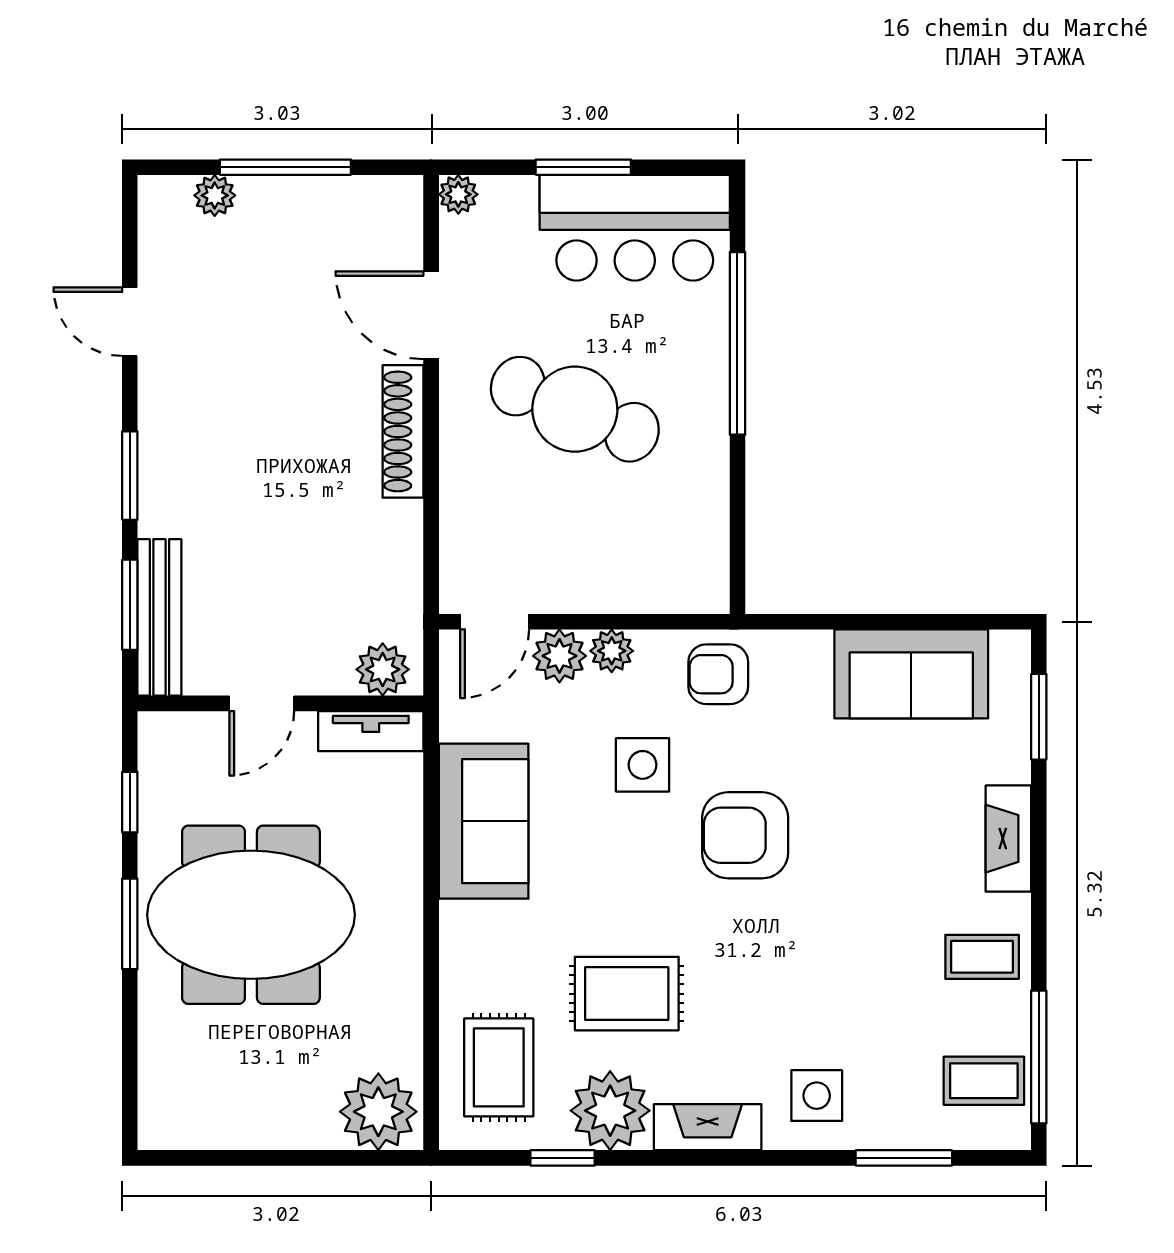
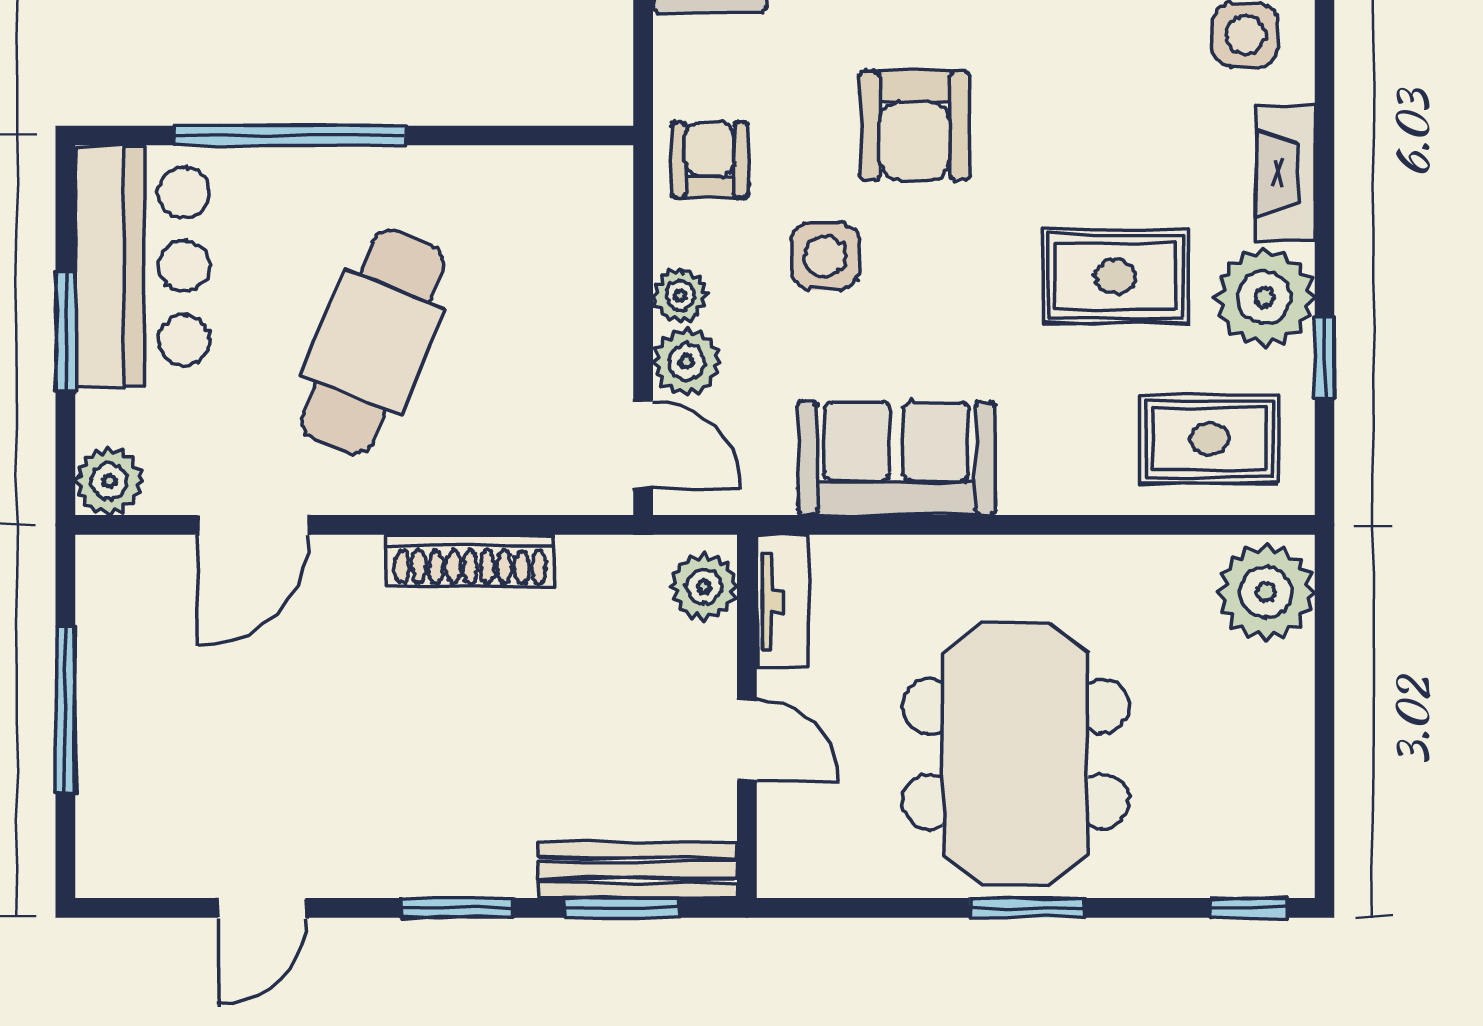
plant: (458, 194) -> (109, 481), width x1.38, depth x1.38
plant: (215, 195) -> (101, 800), removed
shoe rack: (403, 431) -> (470, 561), moved
armchair: (718, 674) -> (710, 160), turned 180
window: (130, 802) -> (1249, 908), moved
rug: (627, 994) -> (1116, 276), turned 90

